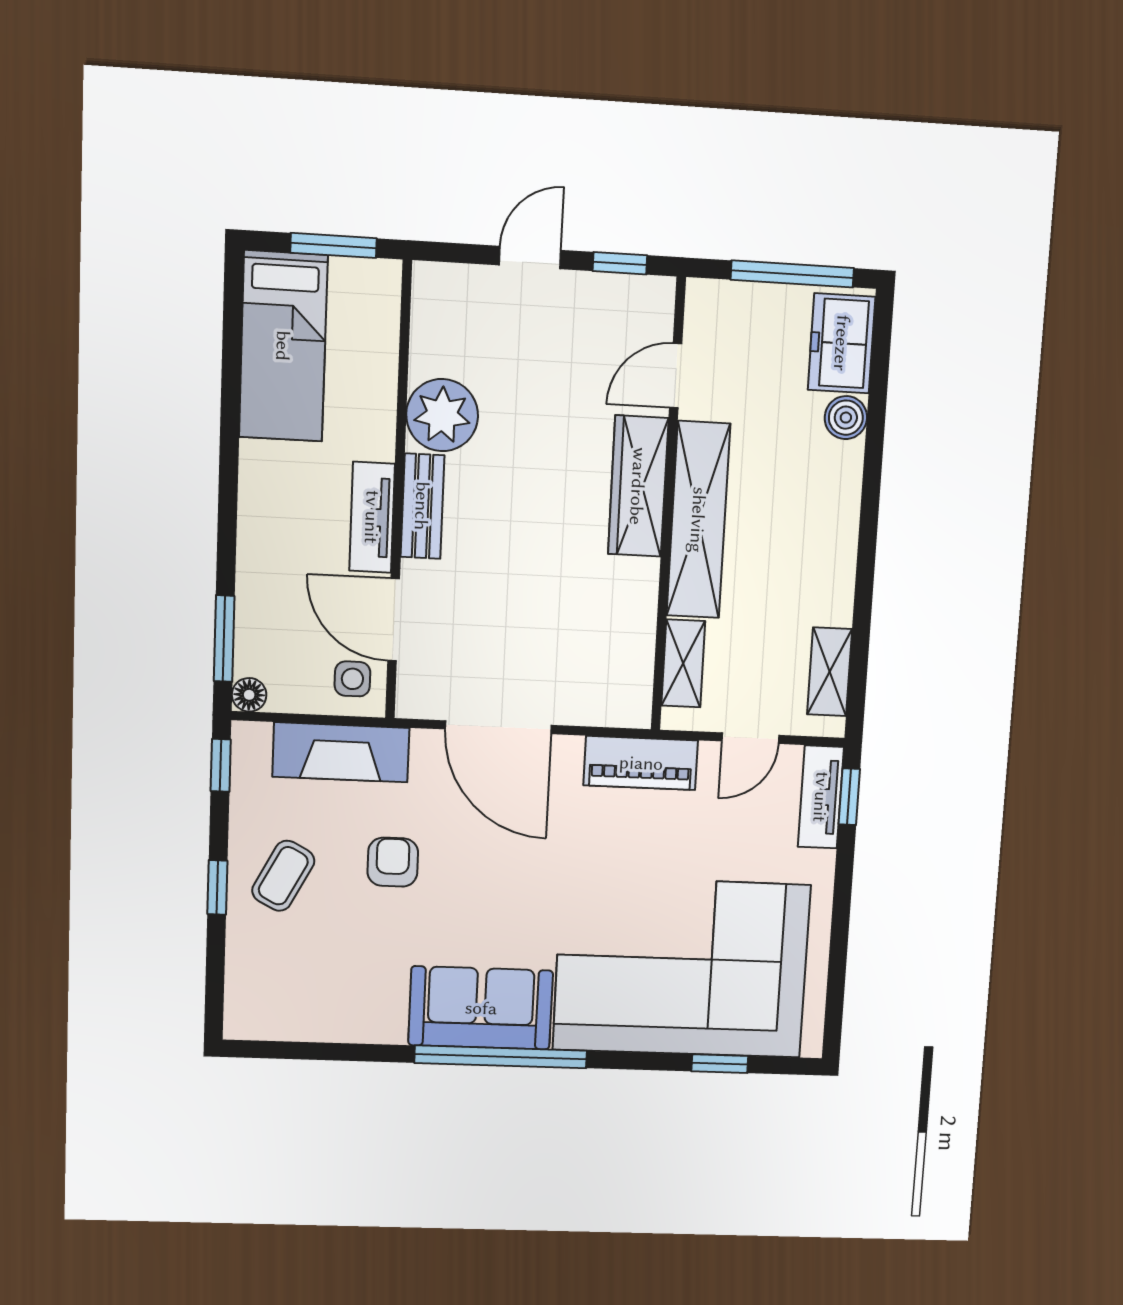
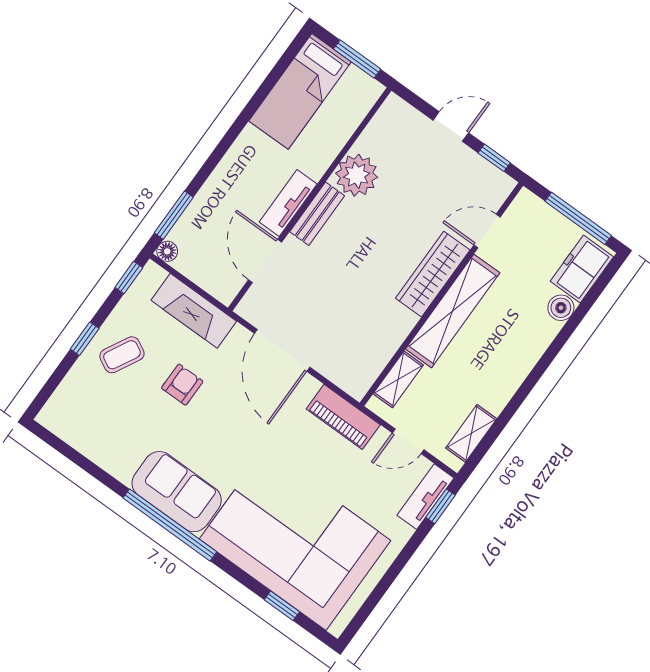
side table: (352, 679) -> (224, 277), removed

